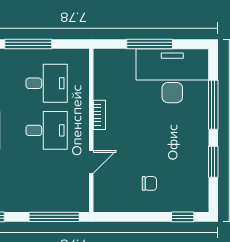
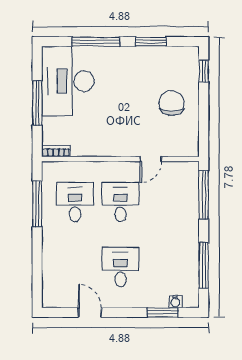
window: (28, 44) -> (37, 204), moved
bookcase: (99, 115) -> (56, 151), moved
door: (91, 162) -> (151, 159), swing flipped
chair: (149, 183) -> (172, 103), width x1.87, depth x1.87

